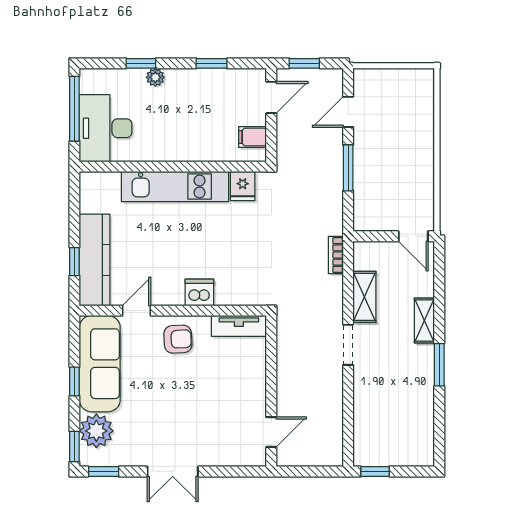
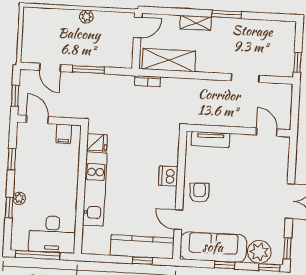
plant: (425, 161) -> (86, 17), added
shelving: (364, 297) -> (169, 60), width x1.50, depth x1.33
tv unit: (239, 326) -> (210, 139), moved, turned 90
doorway: (348, 345) -> (245, 78), moved

